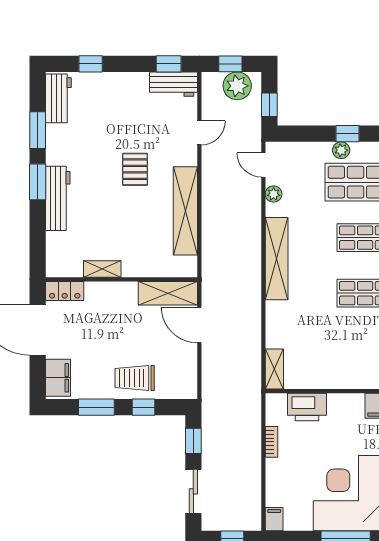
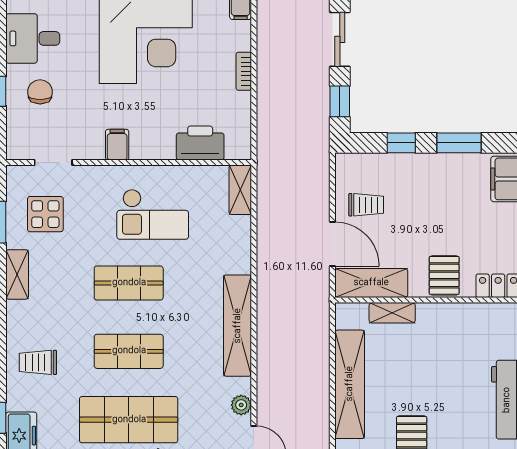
shelving: (102, 269) -> (392, 313), moved
pallet: (108, 299) -> (444, 275), added
checkout: (346, 349) -> (153, 214), added
trolley: (135, 378) -> (366, 205), moved, width x0.73, depth x0.72
bookcase: (272, 442) -> (244, 71), moved

